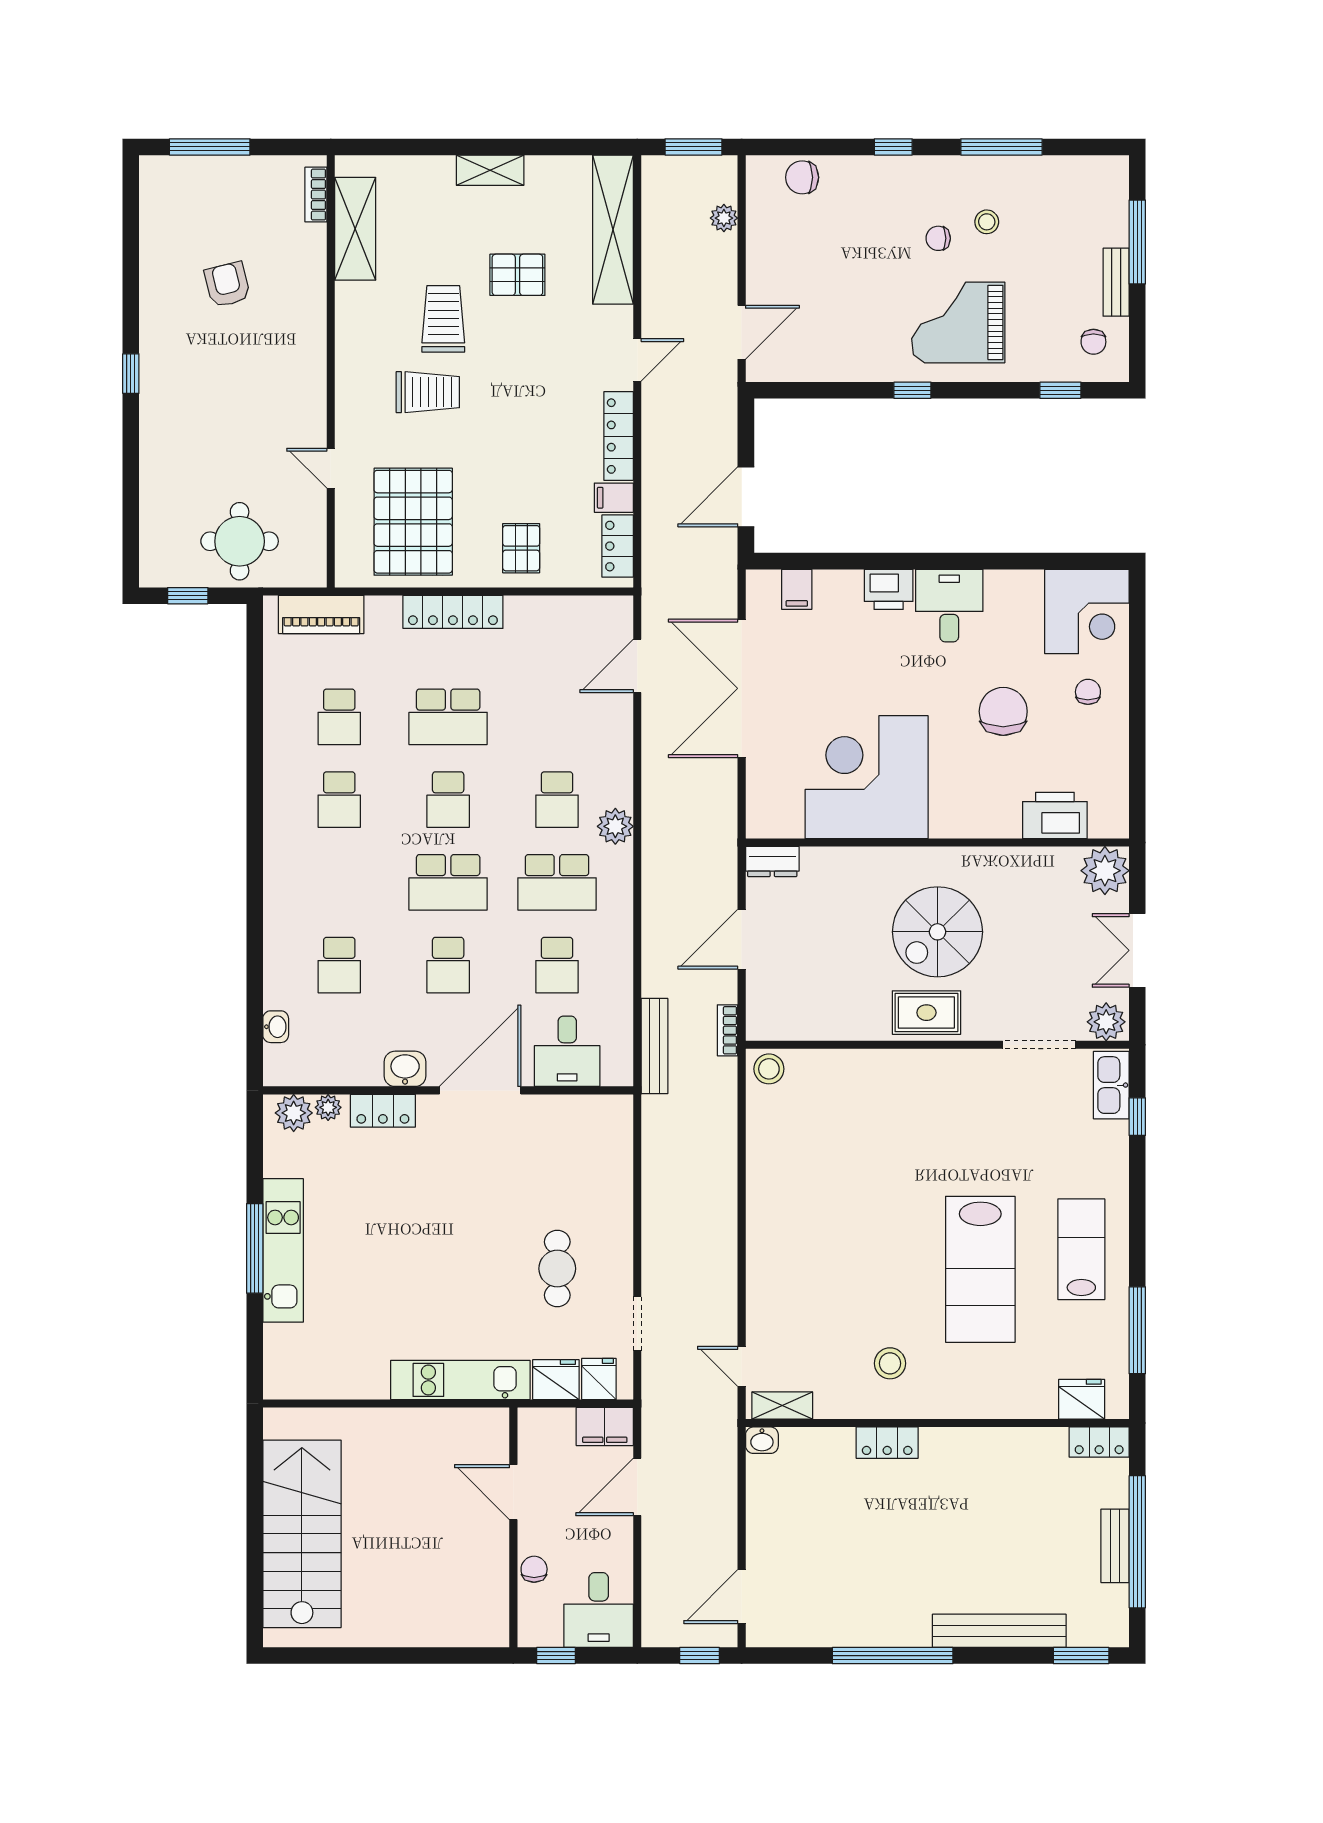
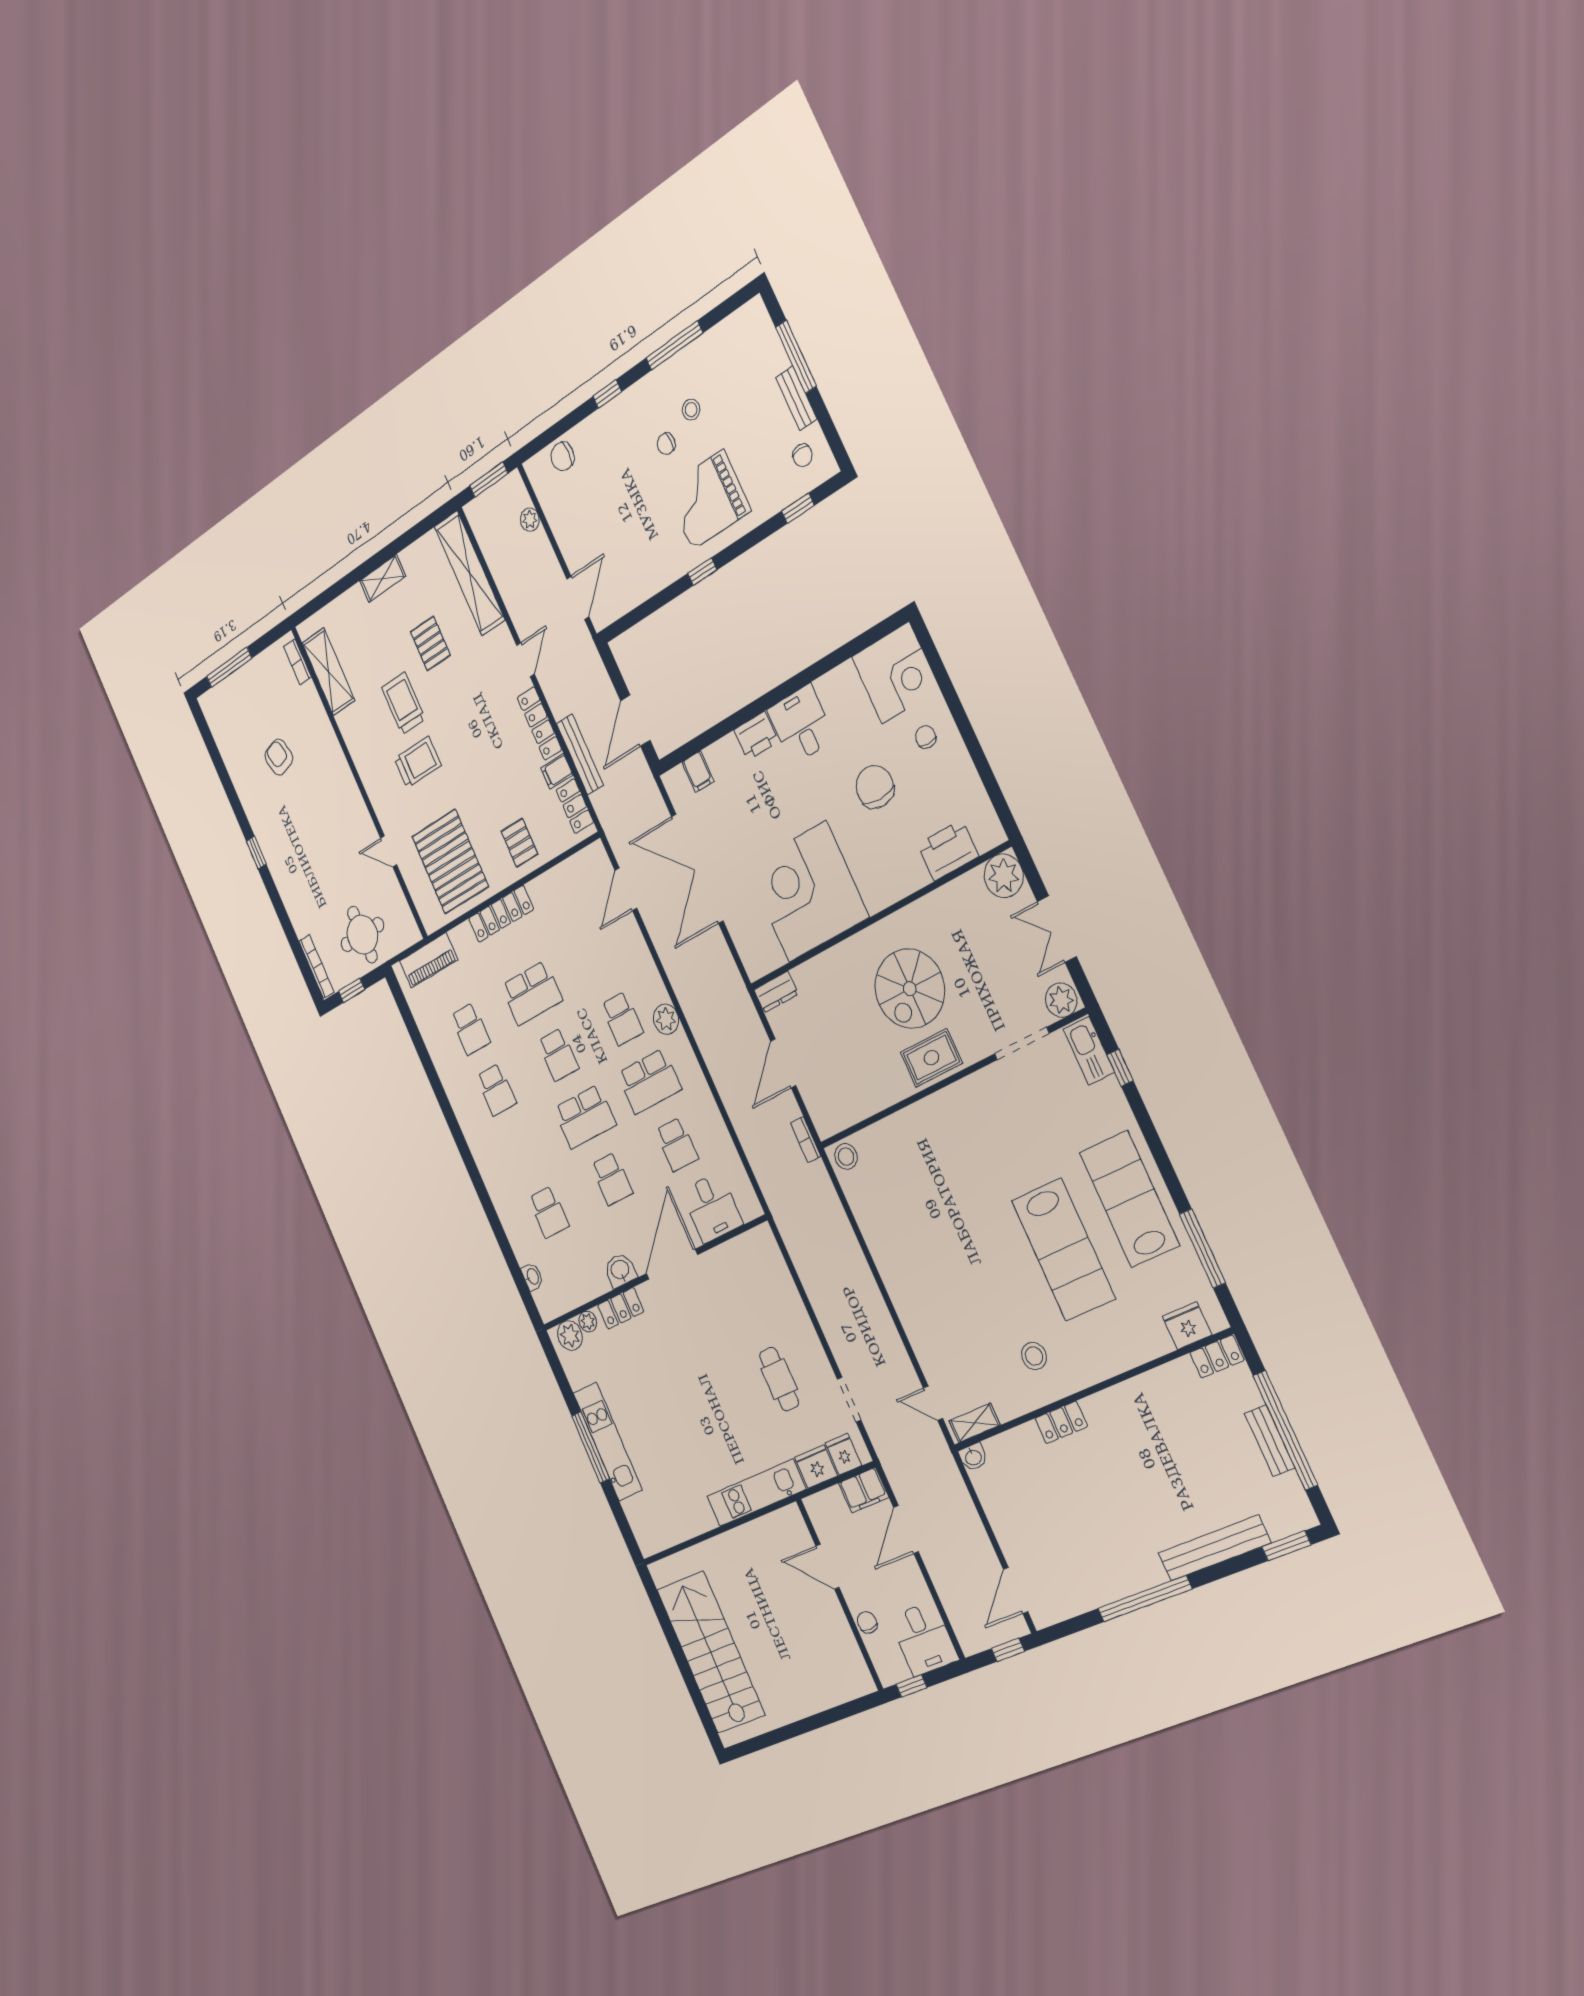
pallet: (517, 275) -> (430, 643), turned 90
bookcase: (149, 545) -> (316, 967), added
bench: (655, 1046) -> (580, 754), moved
lab bench: (1081, 1249) -> (1129, 1199), width x1.36, depth x1.39

